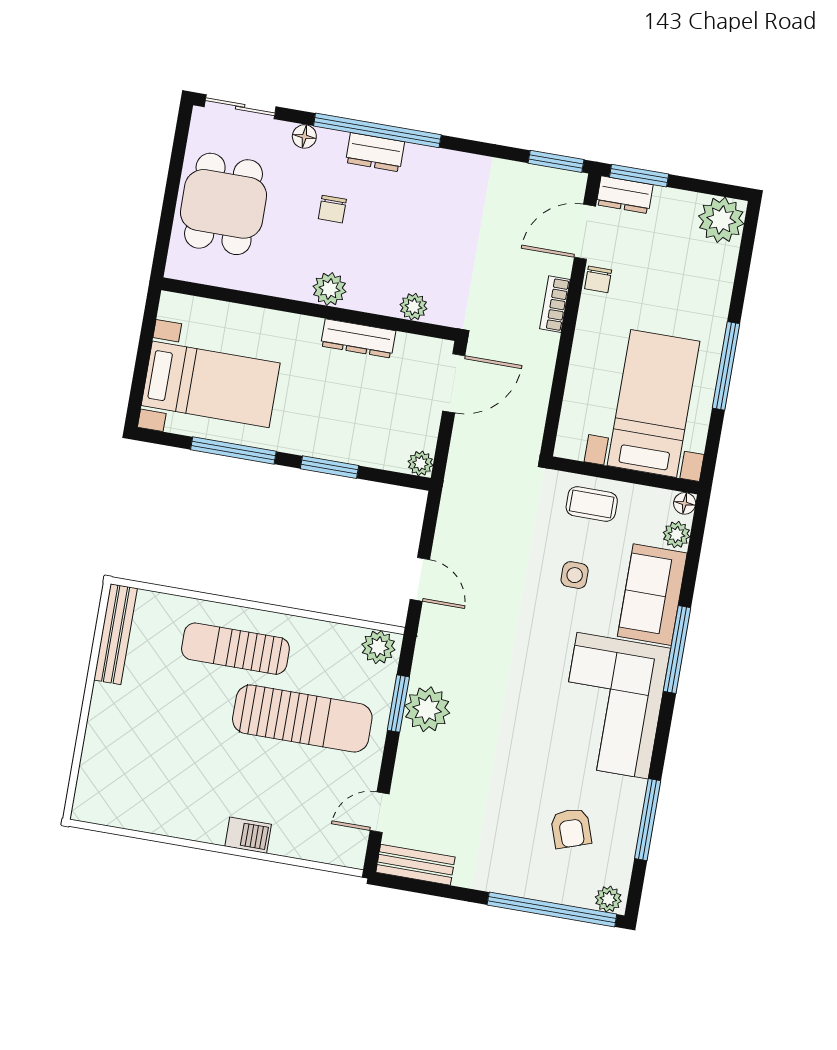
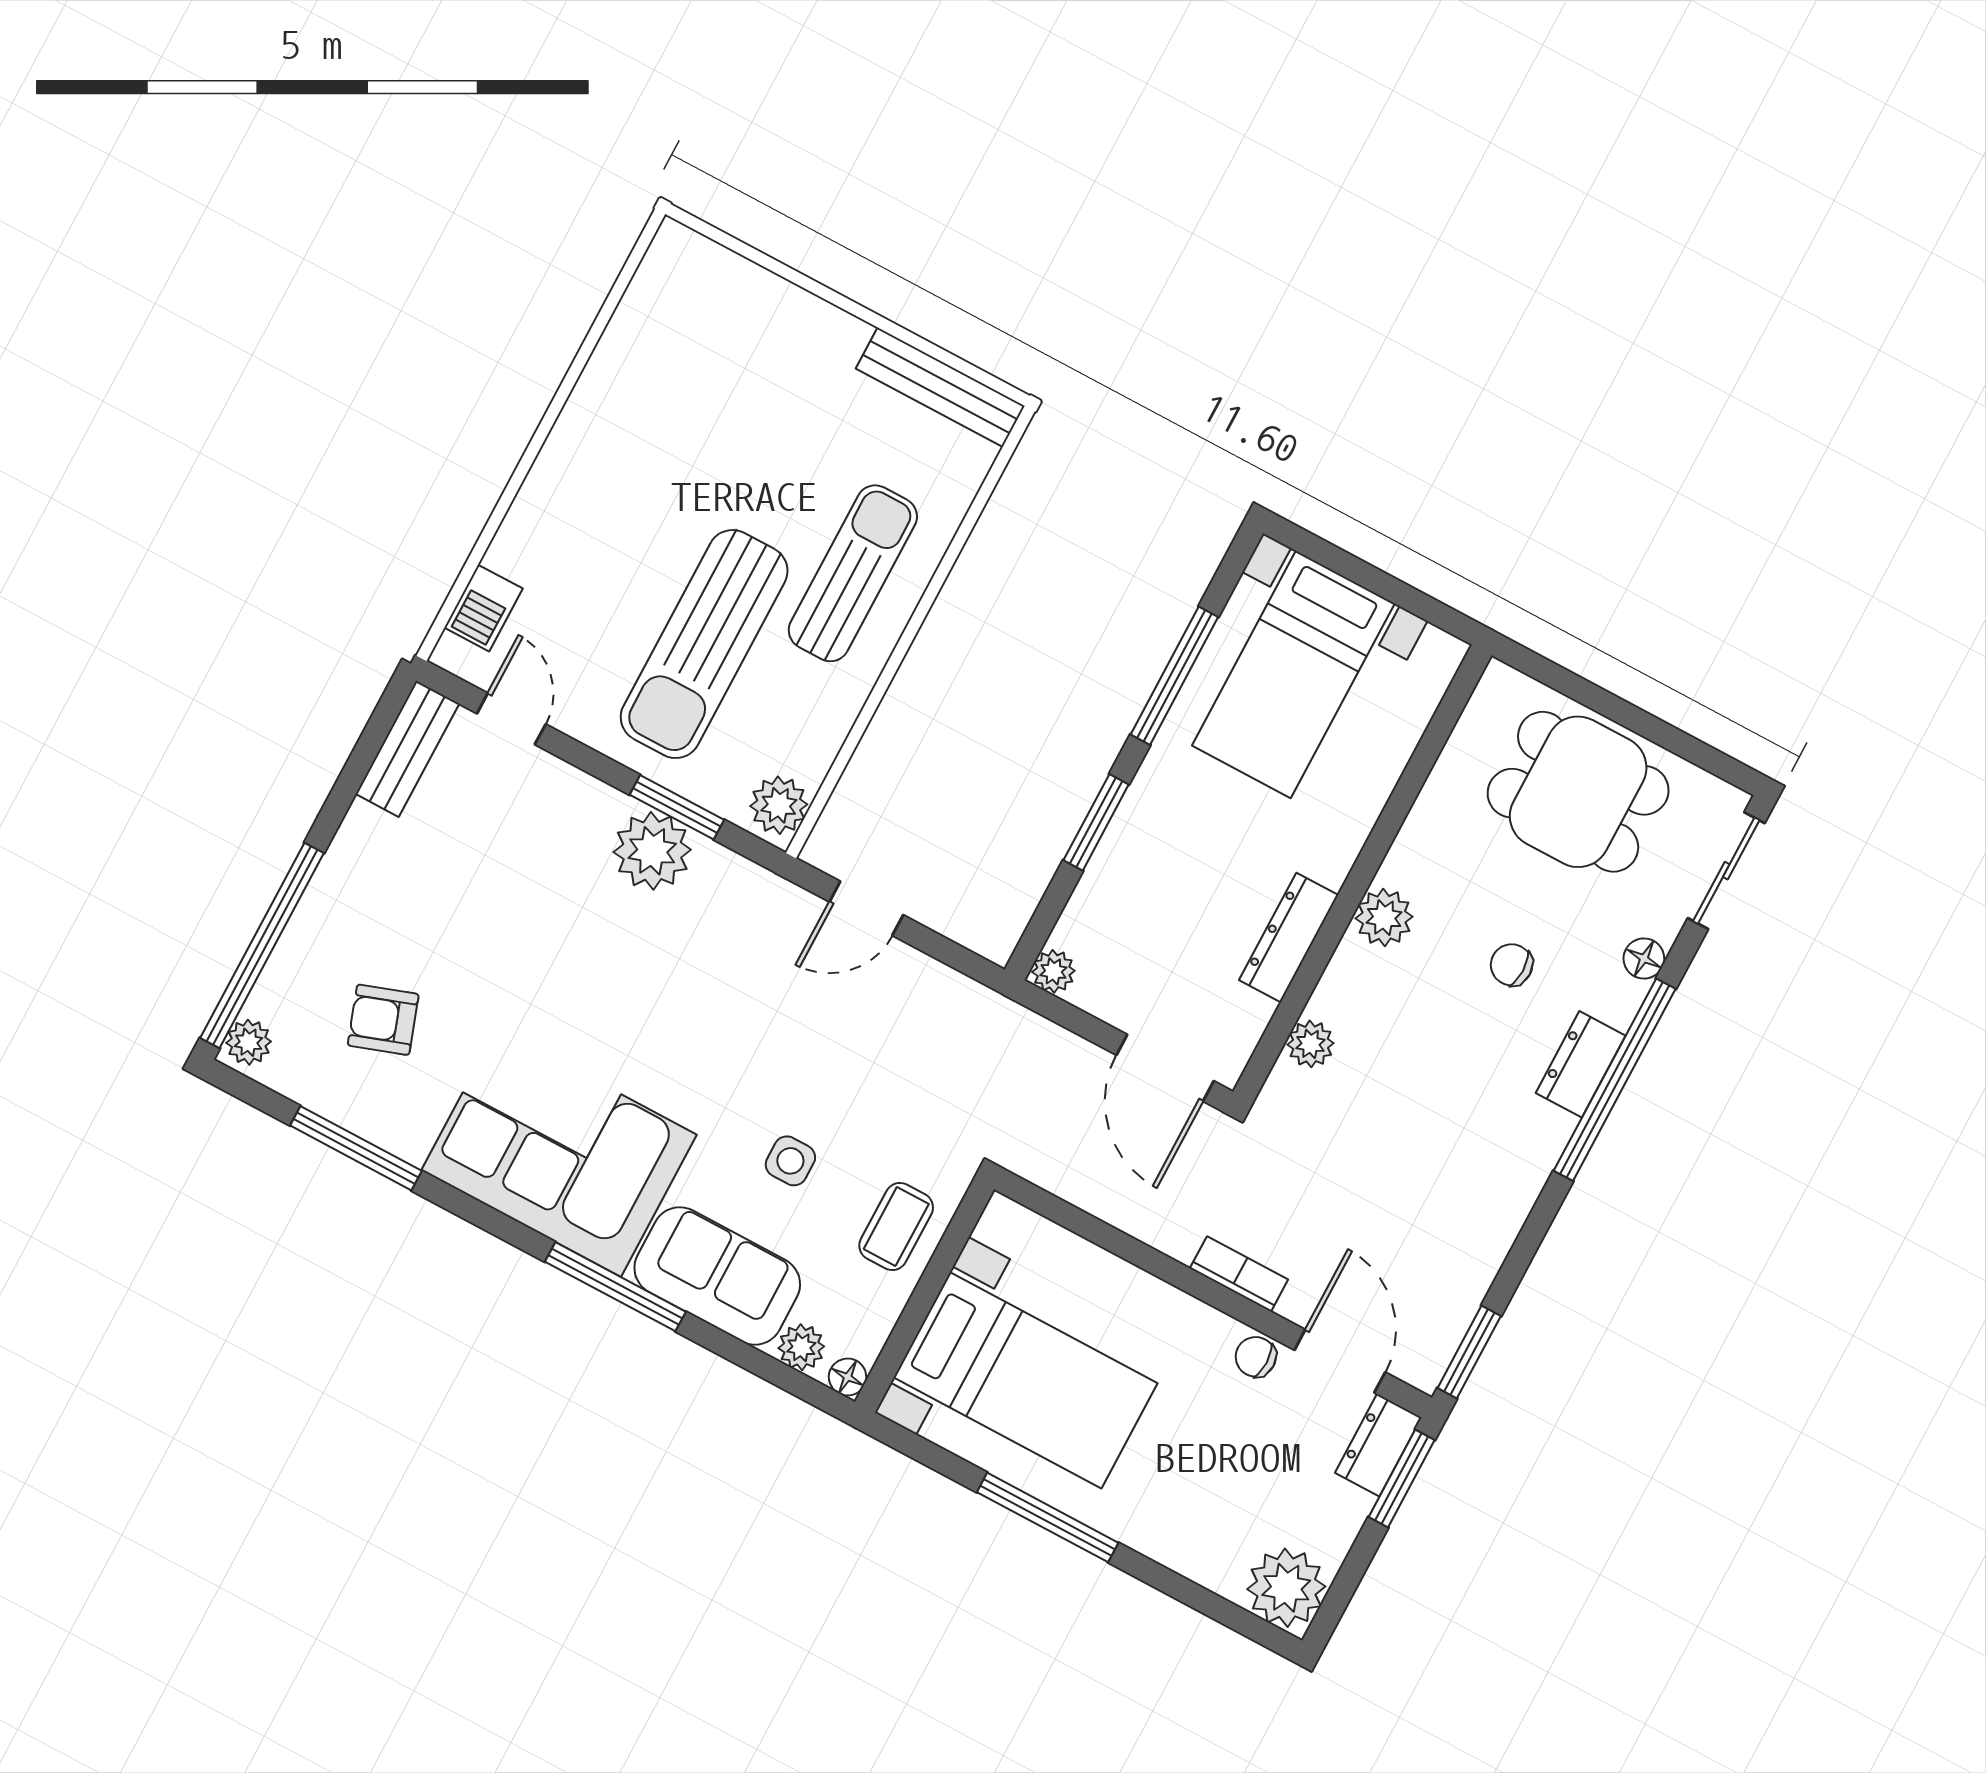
barbecue: (248, 835) -> (483, 608), moved

